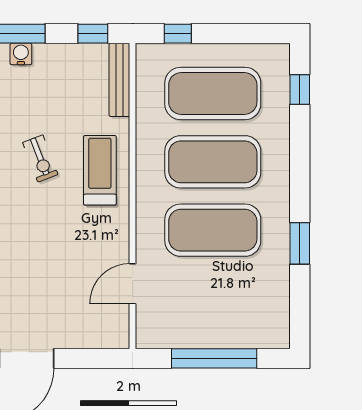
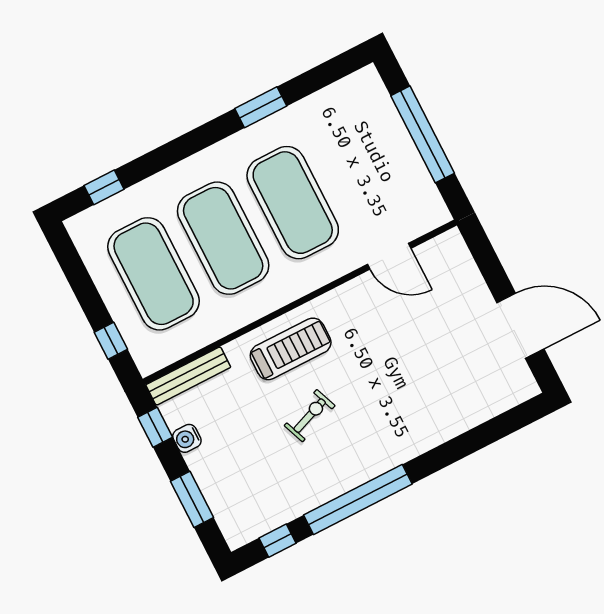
water cooler: (21, 54) -> (187, 438), moved
treadmill: (100, 170) -> (291, 349), turned 180

